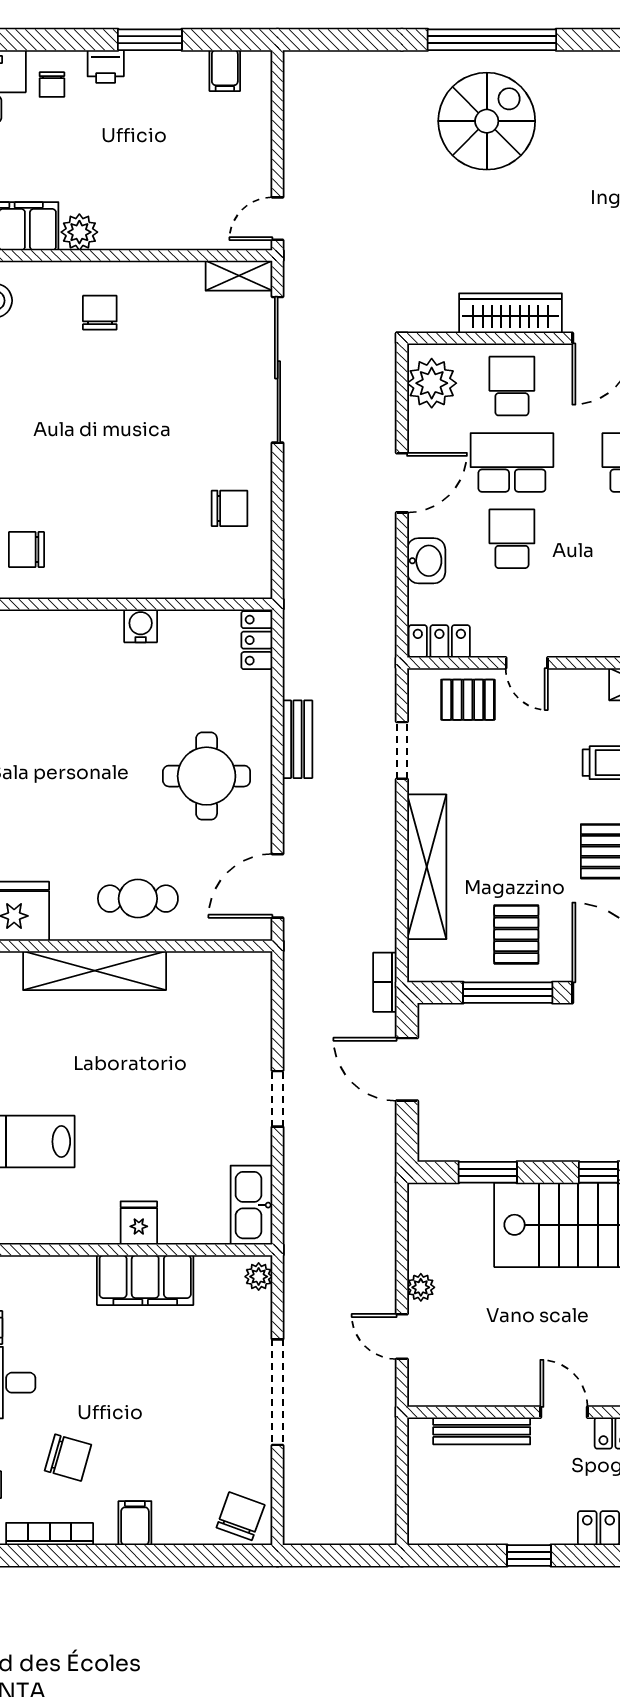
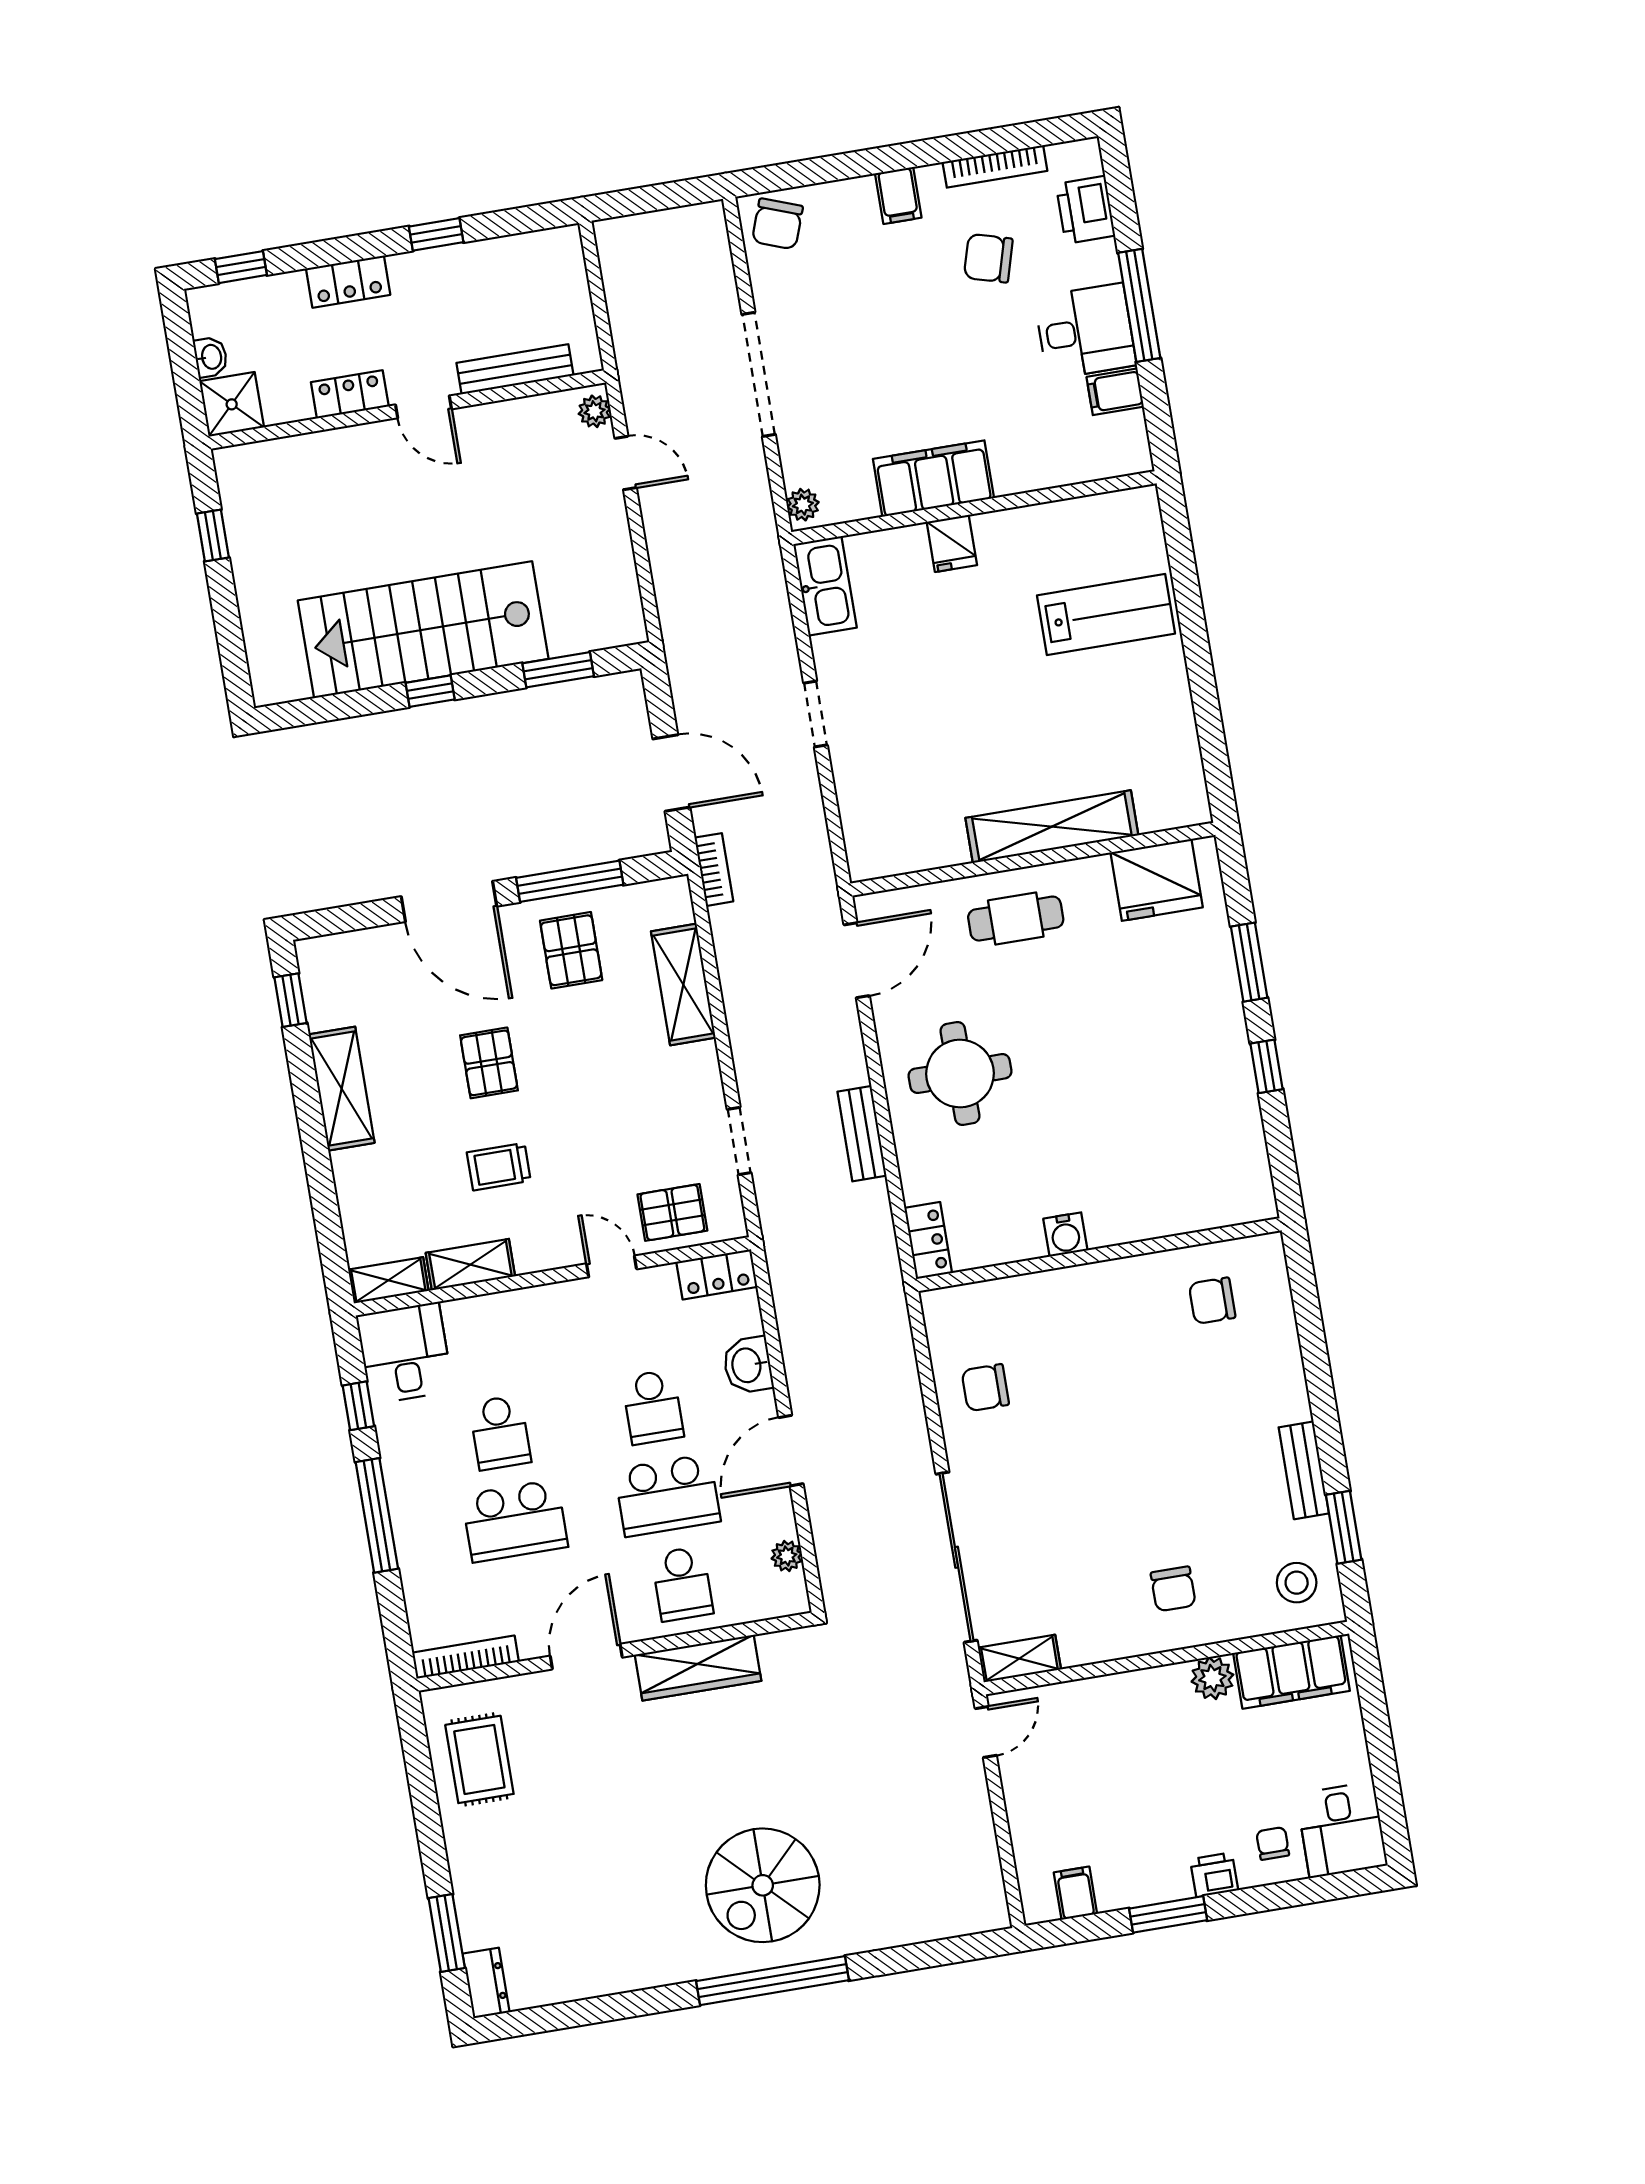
plant: (432, 383) -> (787, 1556), width x0.53, depth x0.53
chair: (27, 549) -> (1212, 1301), turned 180
shelving: (427, 867) -> (683, 984), width x0.68
plant: (421, 1287) -> (594, 411), moved

